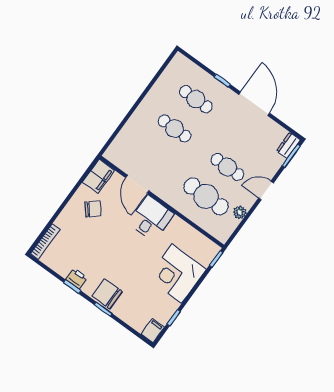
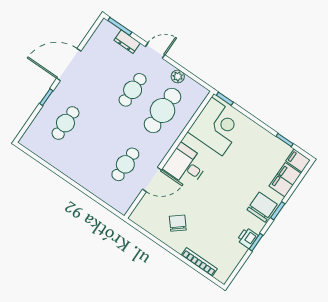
cafe table: (175, 129) -> (125, 164), moved
dresser: (288, 145) -> (127, 42), moved
filing cabinet: (99, 176) -> (285, 180), moved, turned -90
door: (266, 191) -> (155, 51), swing flipped
bookcase: (45, 242) -> (199, 262), moved
corner desk: (177, 274) -> (217, 126), moved, turned -90
chair: (107, 294) -> (262, 207), turned 180

